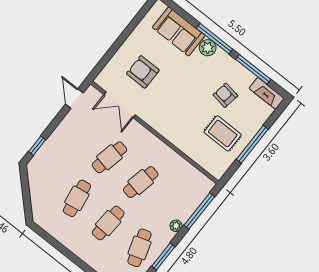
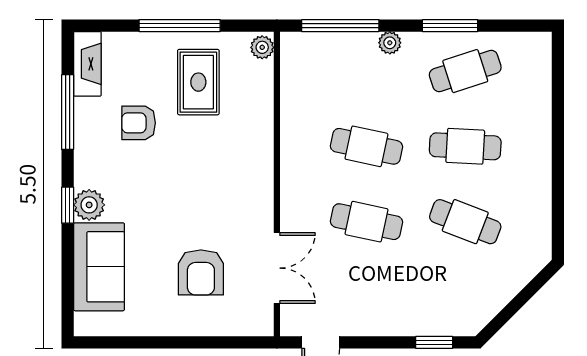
window: (215, 39) -> (68, 205), width x0.46
armchair: (225, 95) -> (139, 123), turned 81
plant: (216, 171) -> (262, 47), added
cafe table: (77, 198) -> (465, 222), turned 30

